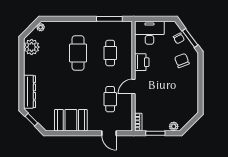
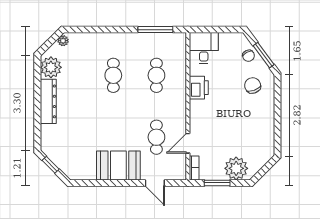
desk: (149, 33) -> (204, 48), width x0.73
cafe table: (78, 53) -> (113, 75), width x0.73, depth x0.74
door: (134, 87) -> (188, 143), moved
dresser: (30, 92) -> (48, 101), moved
booth: (71, 120) -> (118, 165), moved
plant: (174, 126) -> (236, 168), width x1.87, depth x1.87

